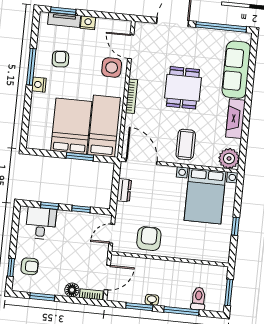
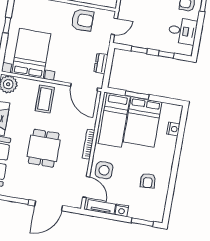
tv unit: (64, 20) -> (101, 207), moved
window: (31, 67) -> (173, 176), removed
nightstand: (39, 85) -> (173, 129), moved
desk: (41, 223) -> (183, 31), moved, turned -90
armchair: (149, 239) -> (82, 20), turned -90

